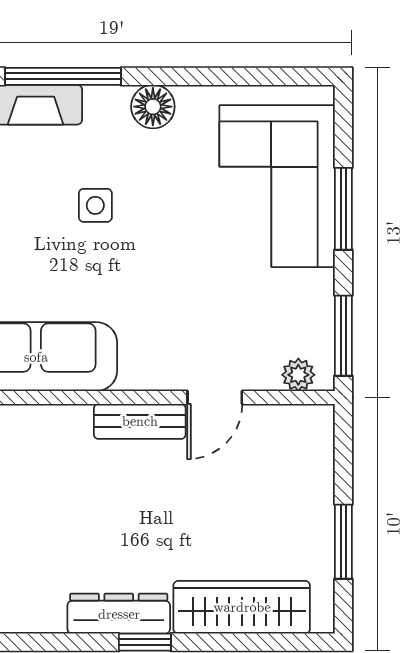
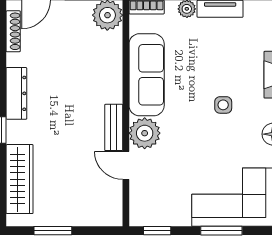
window: (343, 336) -> (157, 231), width x0.67
plant: (298, 375) -> (145, 133), moved, width x1.88, depth x1.88
dresser: (119, 614) -> (16, 93), moved

